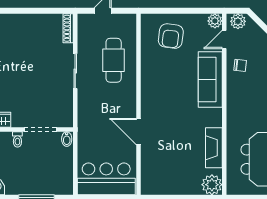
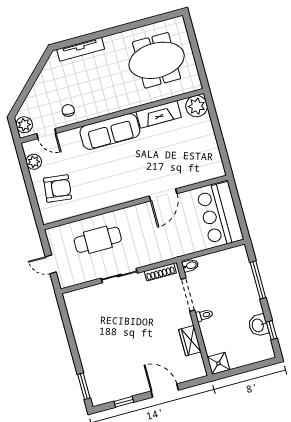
plant: (215, 21) -> (34, 162), moved
shoe rack: (68, 28) -> (160, 272), moved
sofa: (210, 80) -> (110, 131), moved

